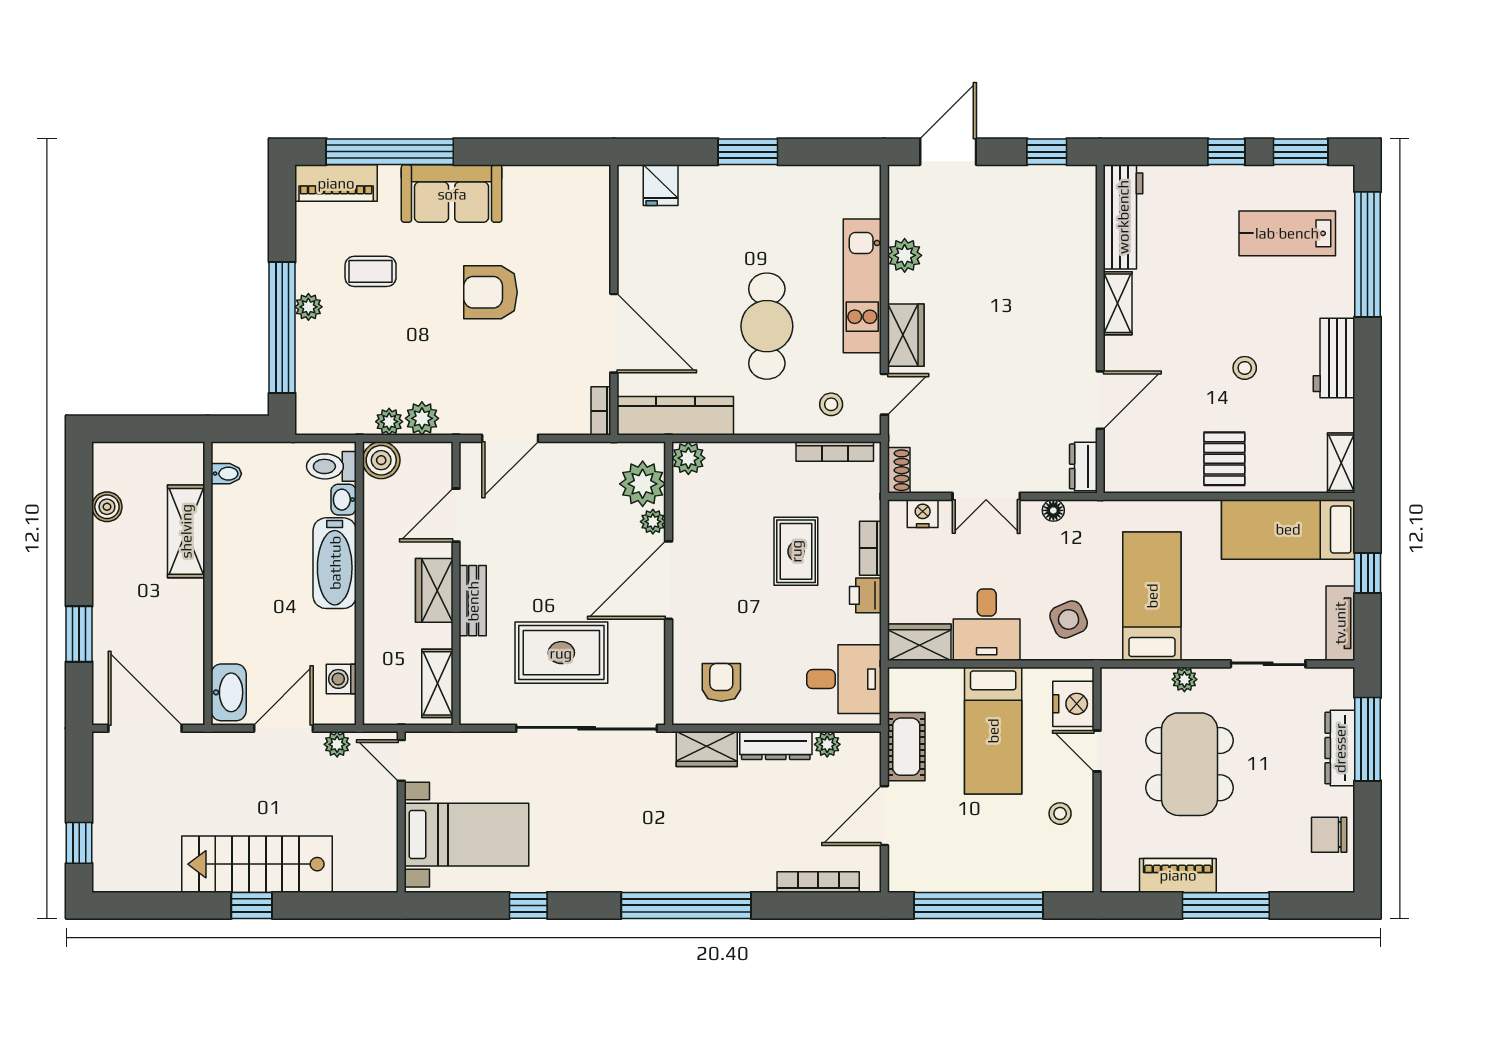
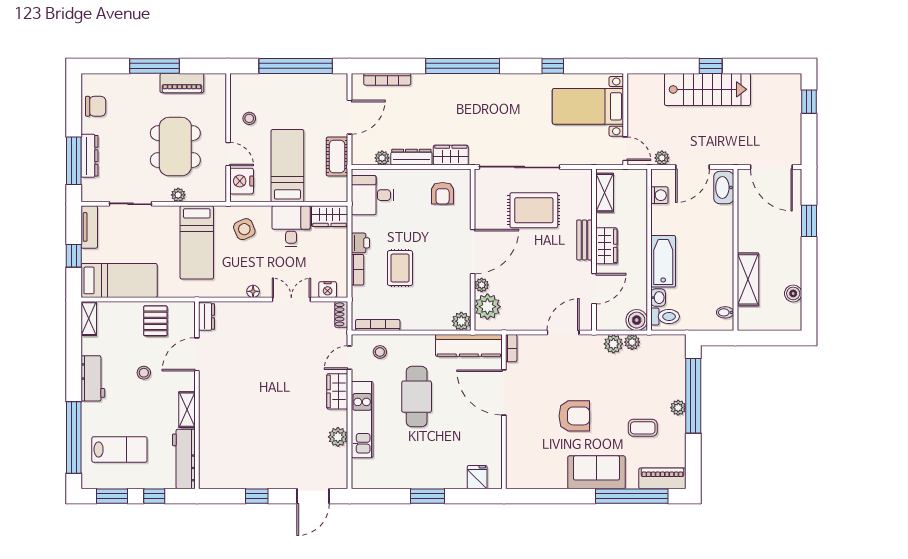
workbench: (1123, 217) -> (184, 459), moved
shelving: (1118, 303) -> (187, 410), moved
wall: (1100, 329) -> (197, 395), moved
door: (1100, 400) -> (197, 354), moved
dresser: (1083, 466) -> (207, 316), moved

